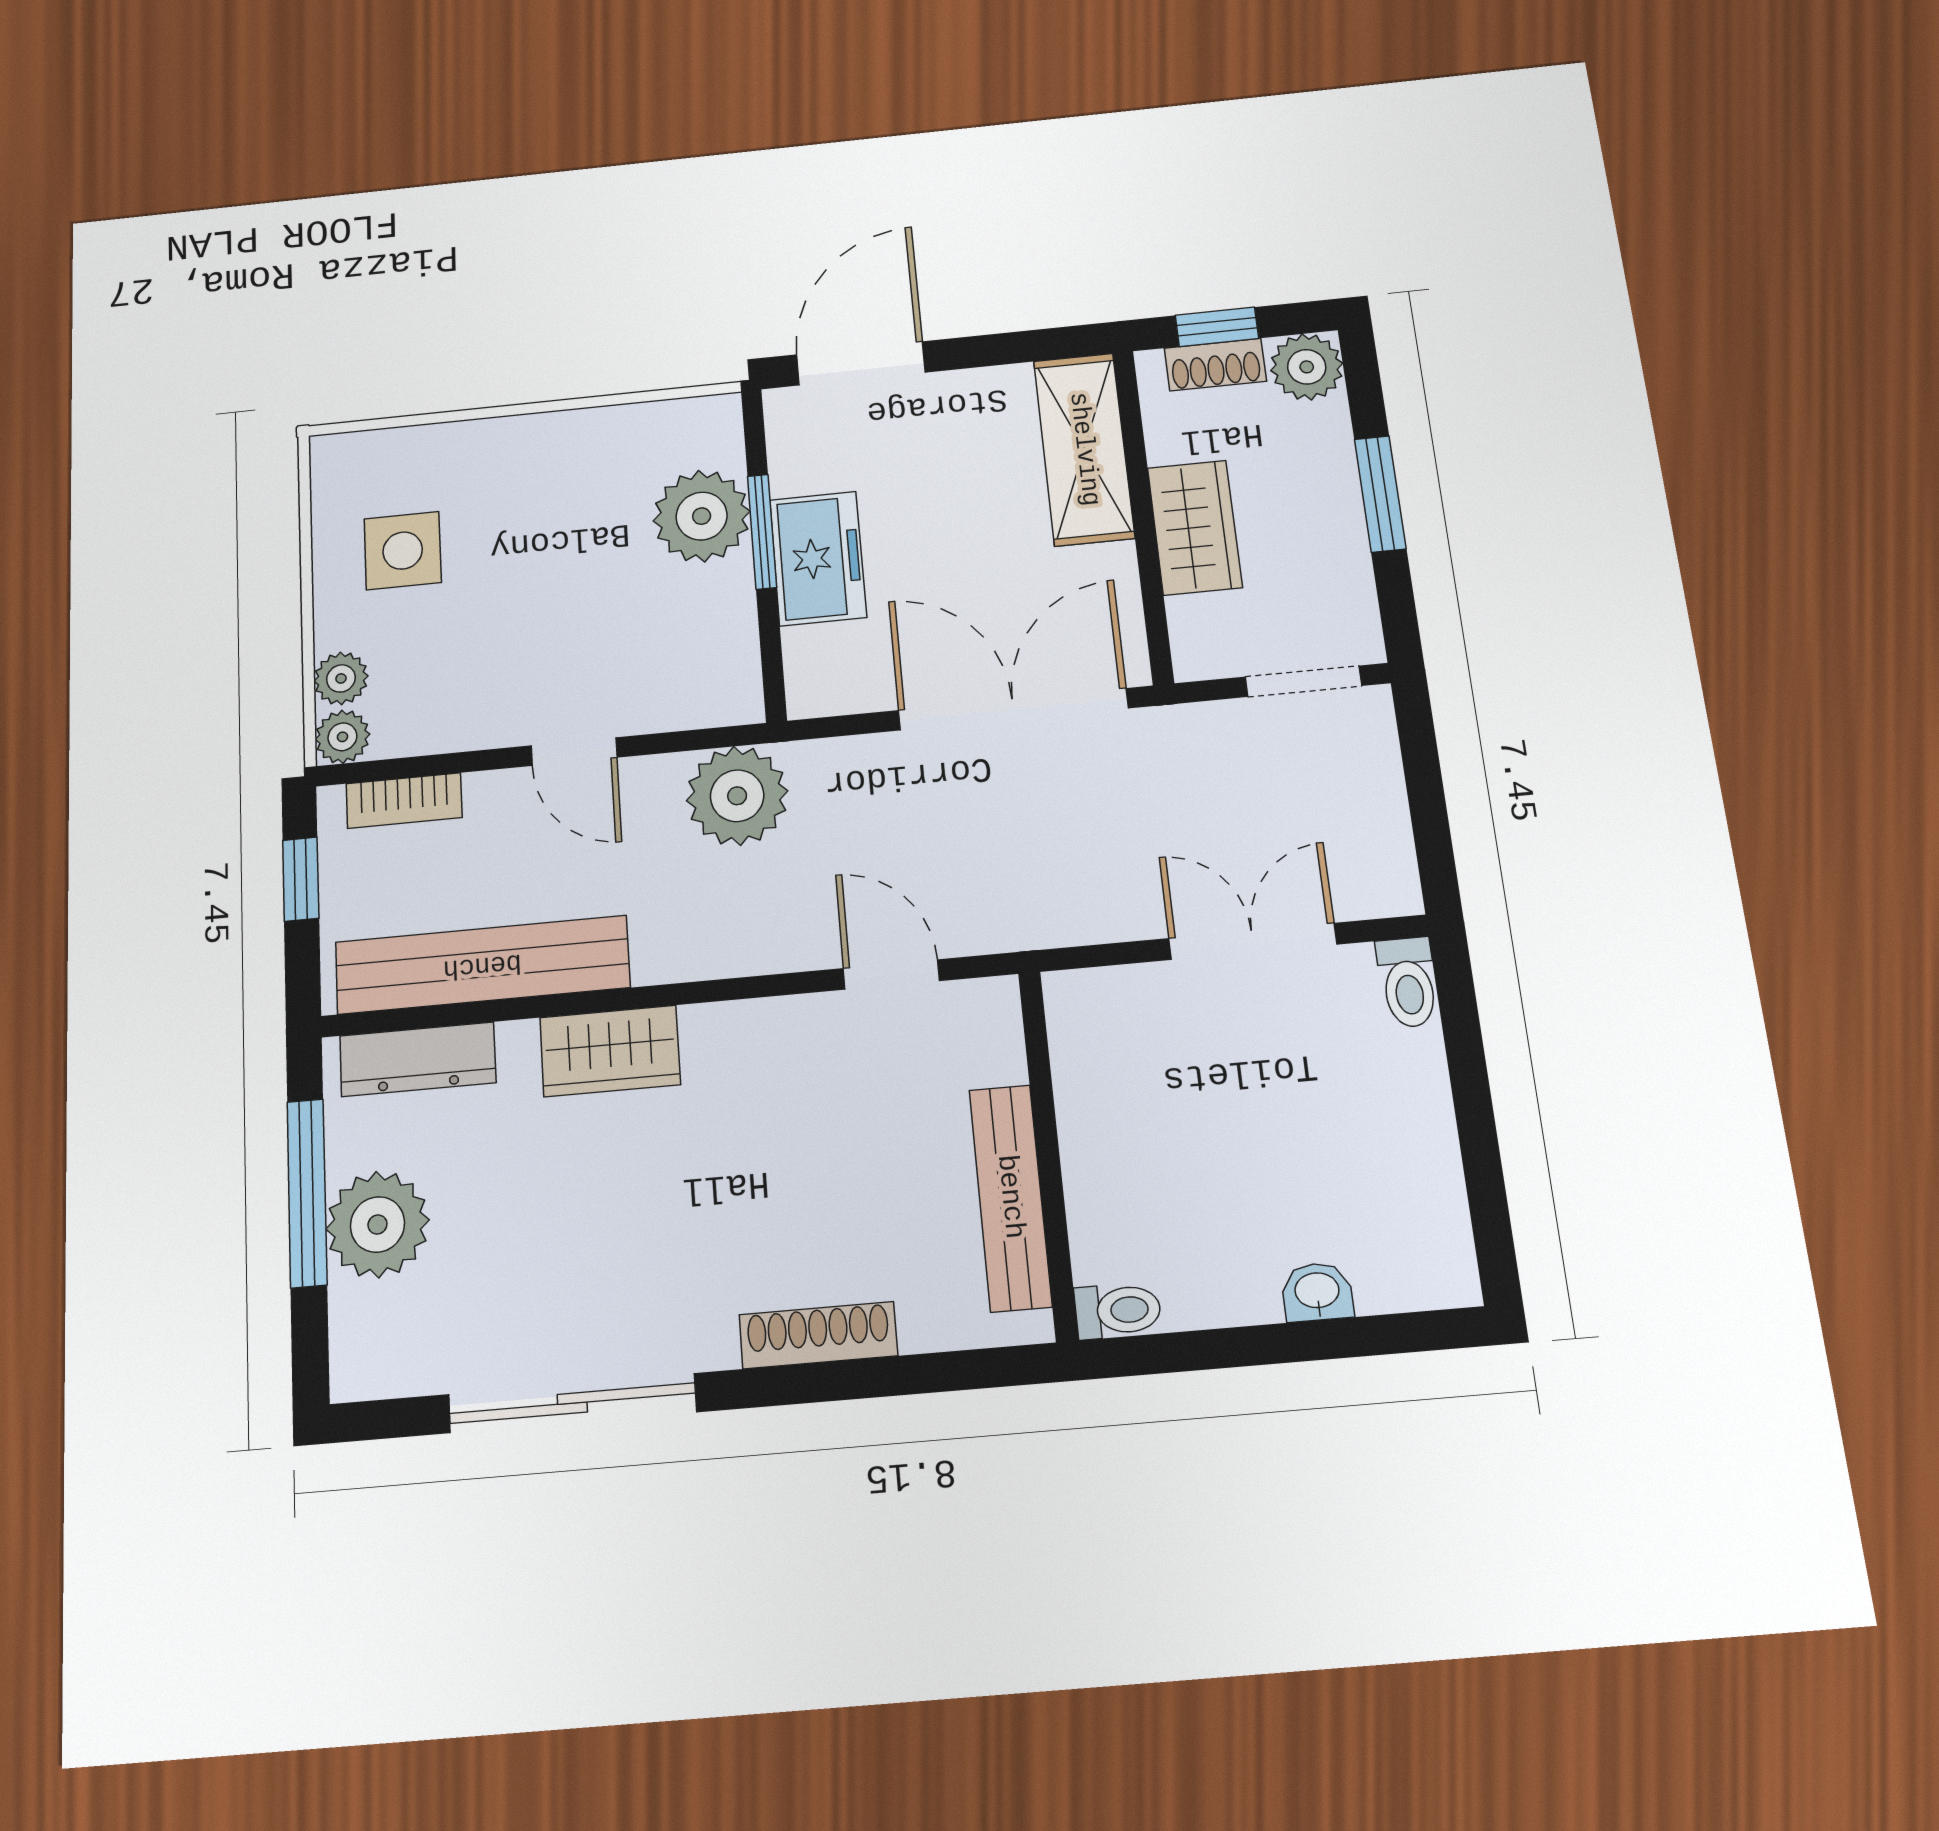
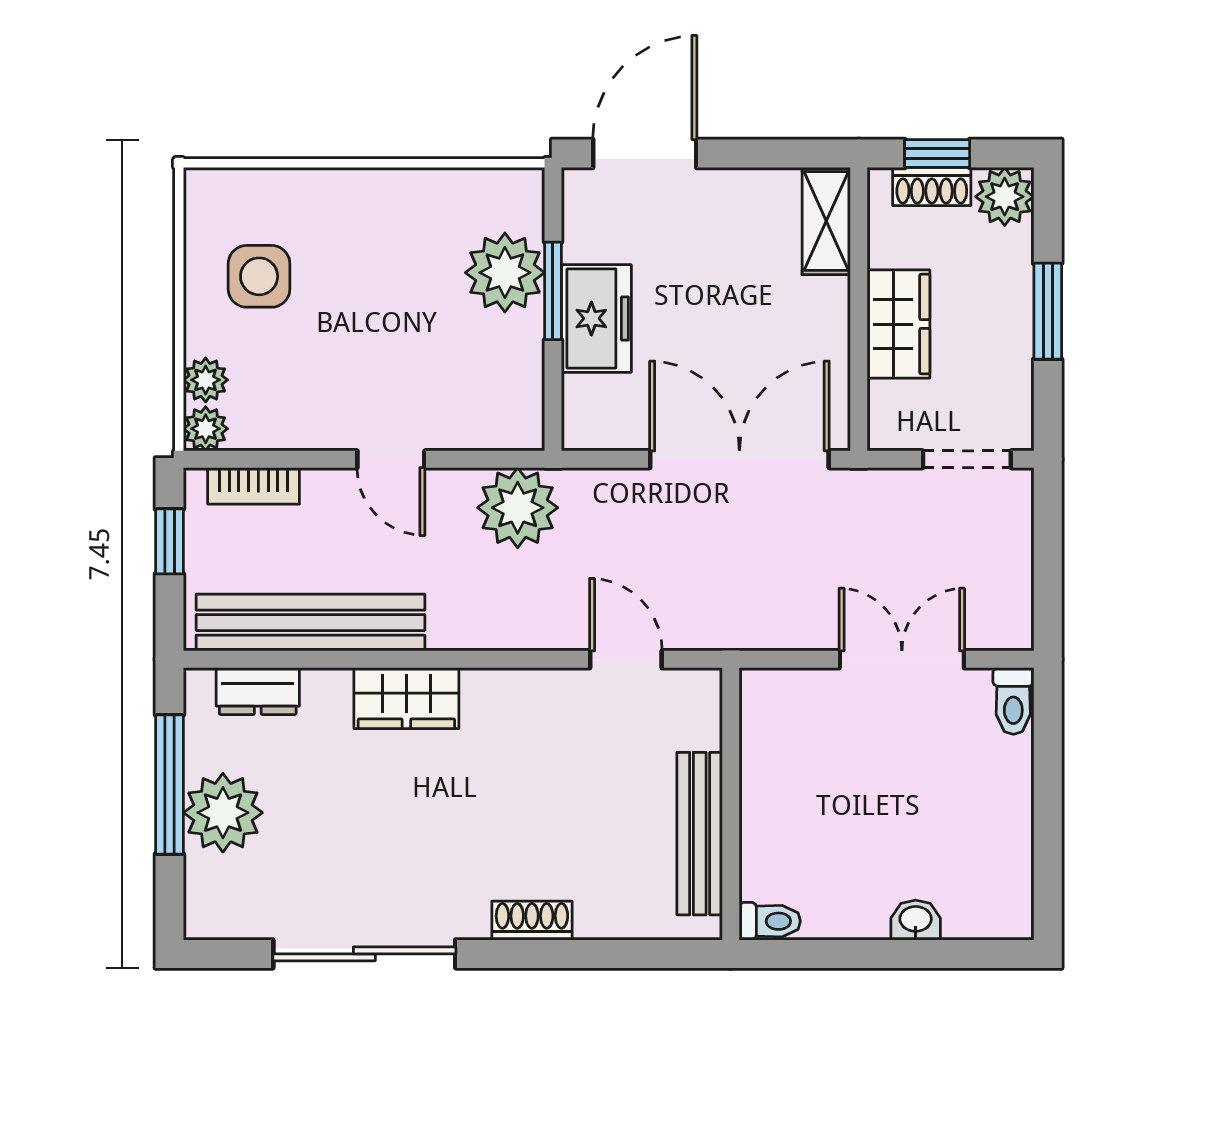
shelving: (1084, 449) -> (826, 221), width x0.67, depth x0.75
dresser: (418, 1059) -> (258, 691), width x0.70
shoe rack: (818, 1335) -> (532, 921), width x0.70

